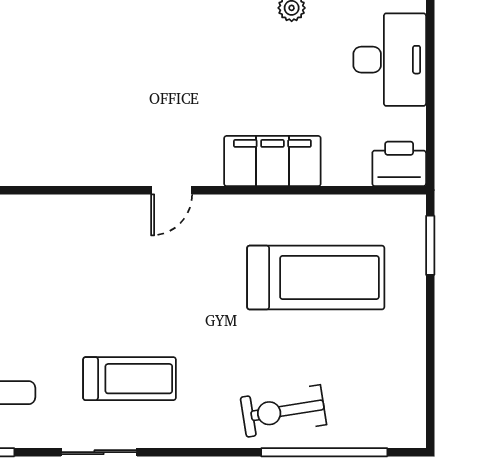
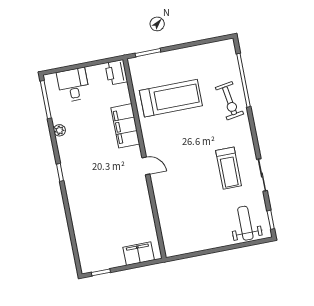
desk: (390, 60) -> (73, 85), width x0.73
treadmill: (316, 278) -> (171, 98), turned 90
treadmill: (130, 379) -> (229, 168), turned 180

